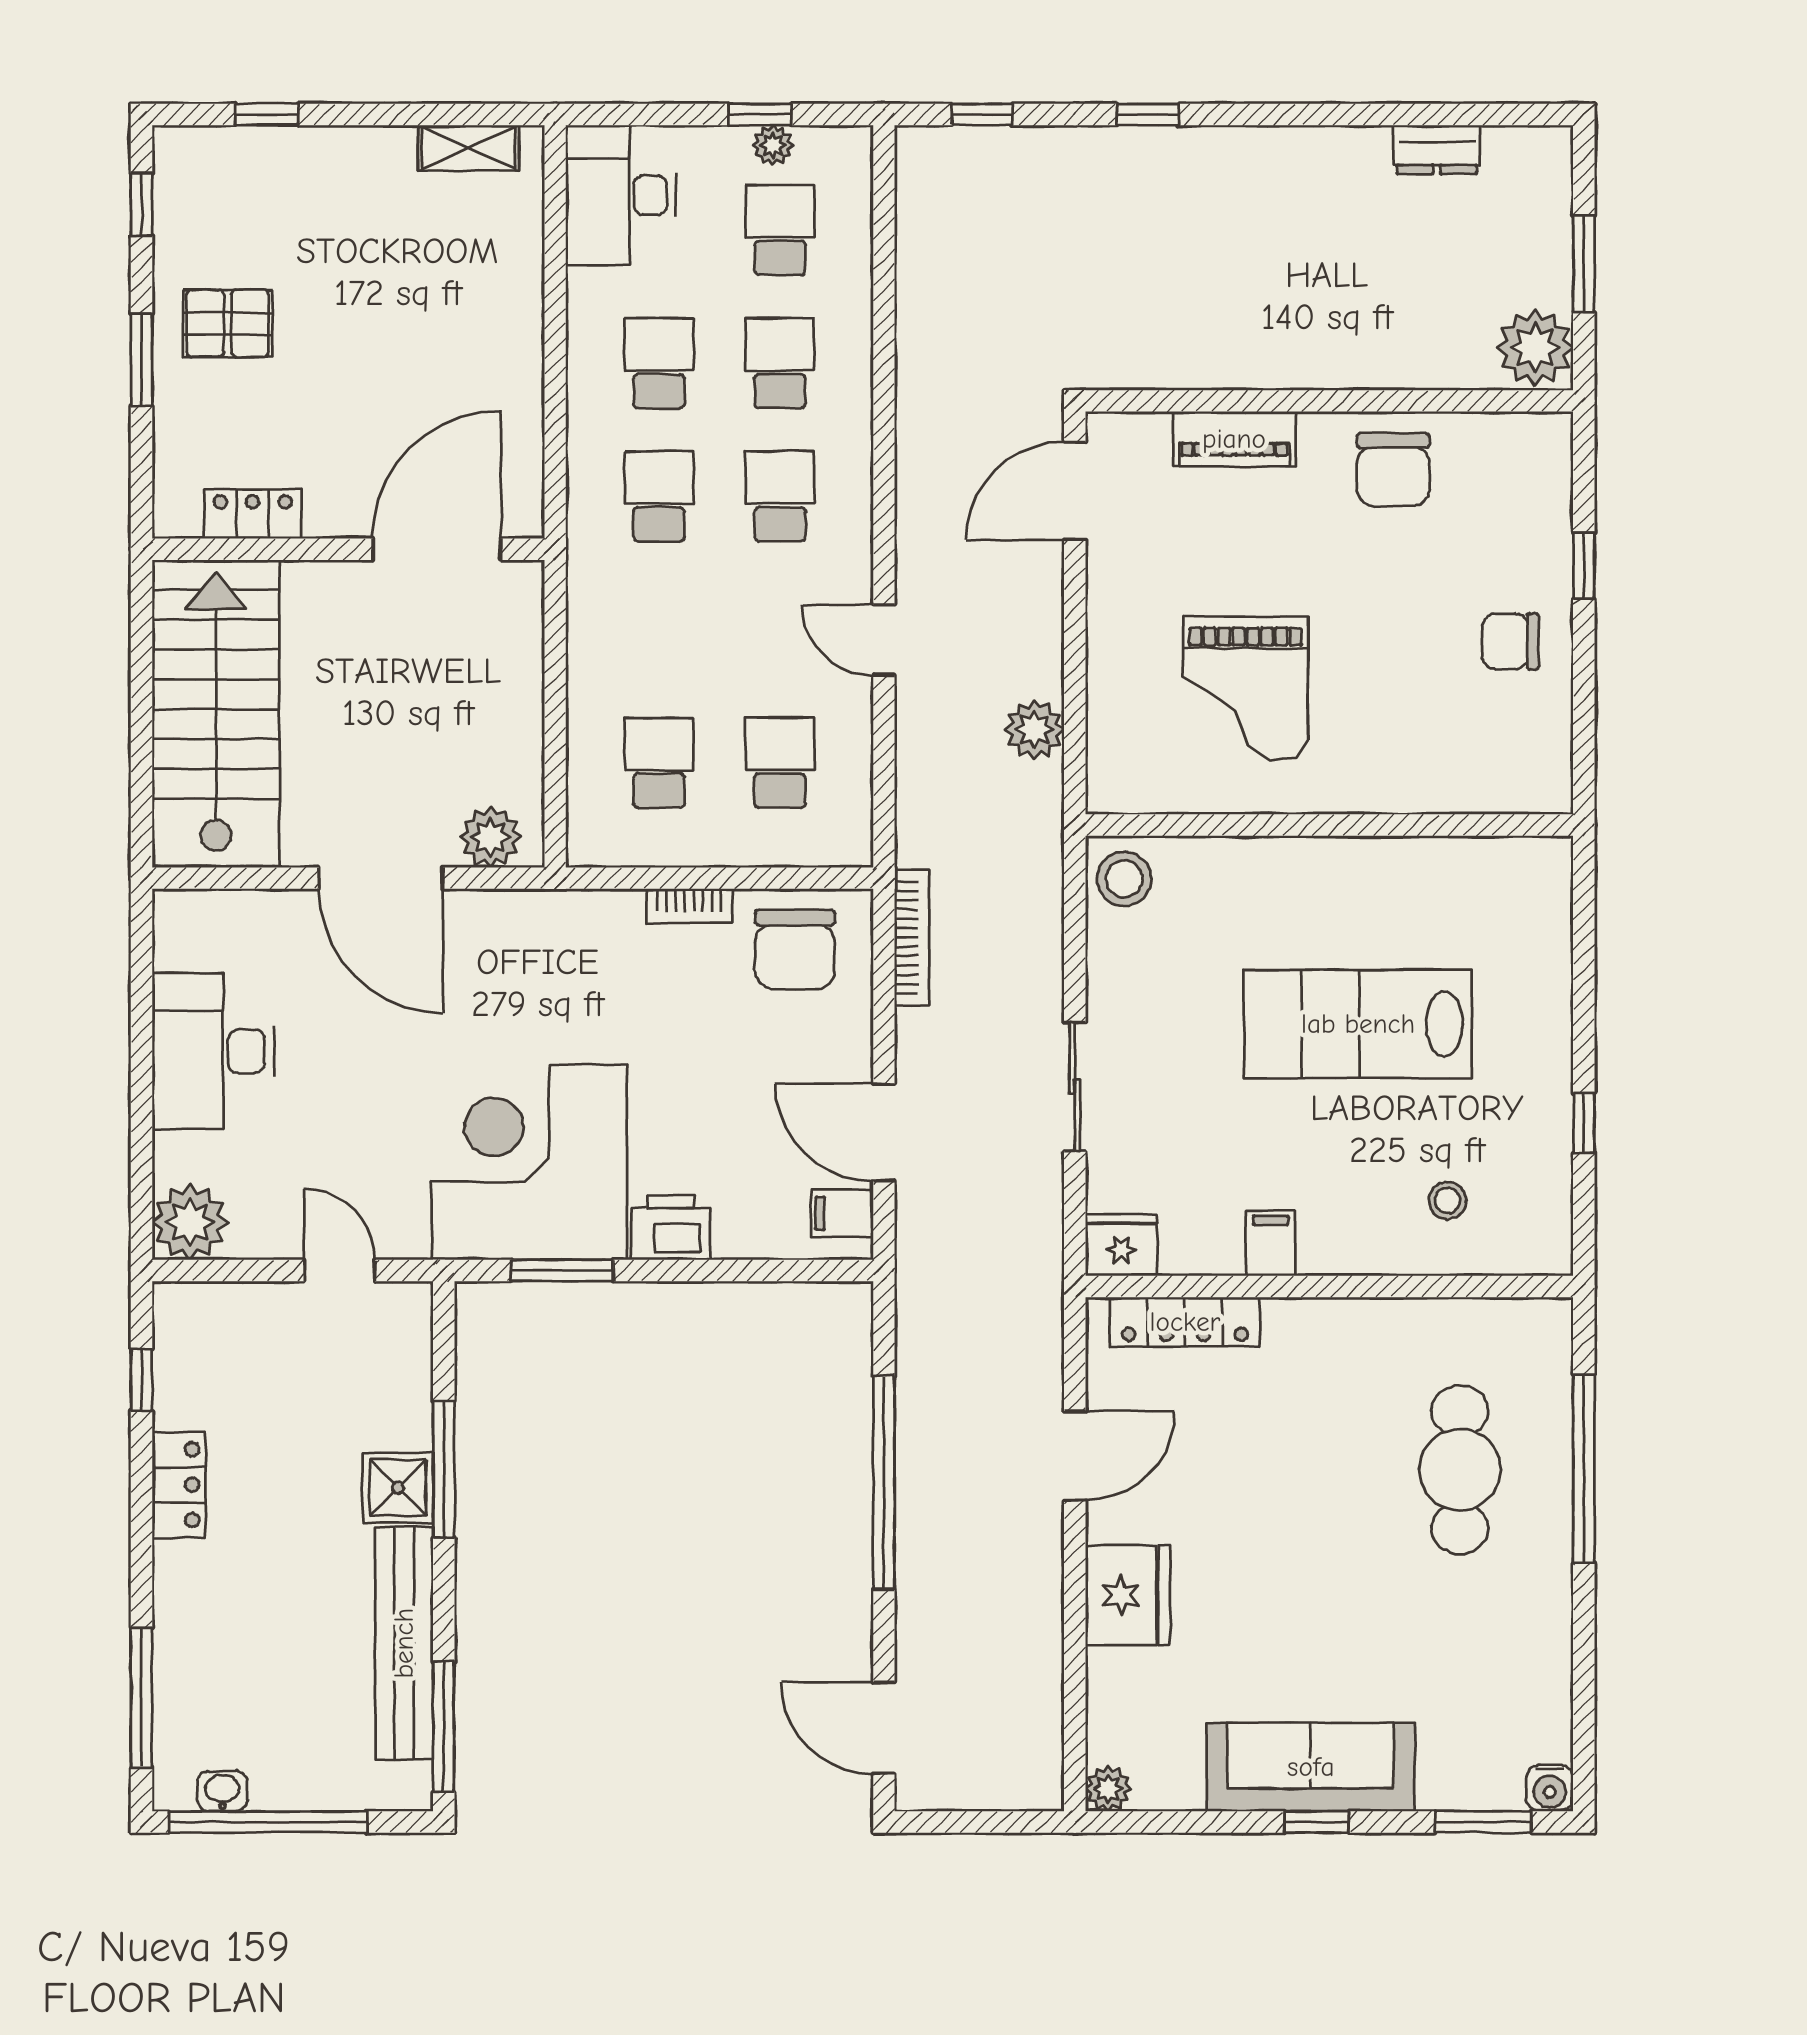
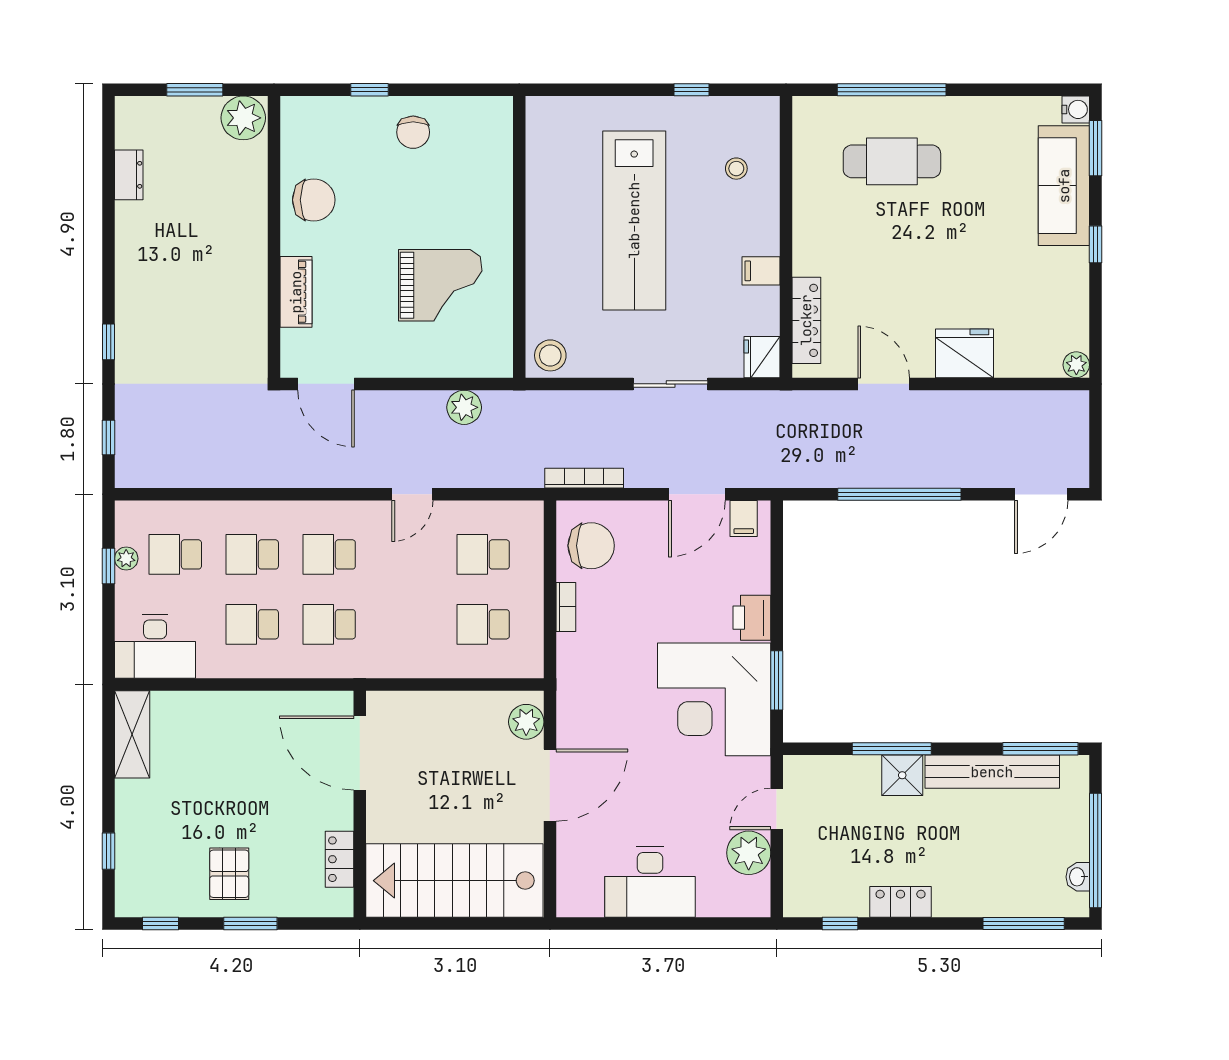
shelving: (469, 148) -> (132, 734), width x1.50, depth x1.33
lab bench: (1358, 1024) -> (634, 220), width x1.36
plant: (190, 1222) -> (749, 853), moved
sofa: (1311, 1767) -> (1064, 186), moved

